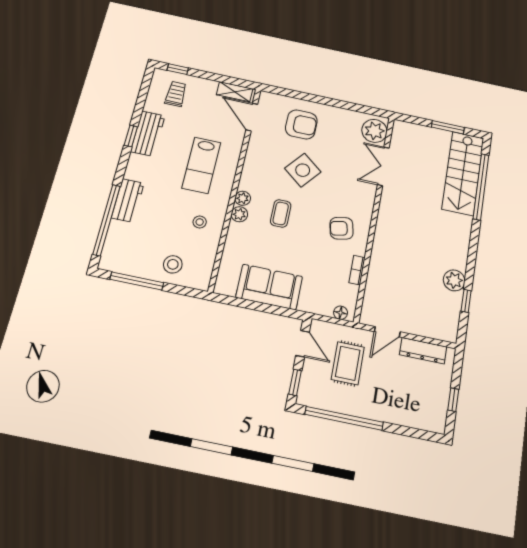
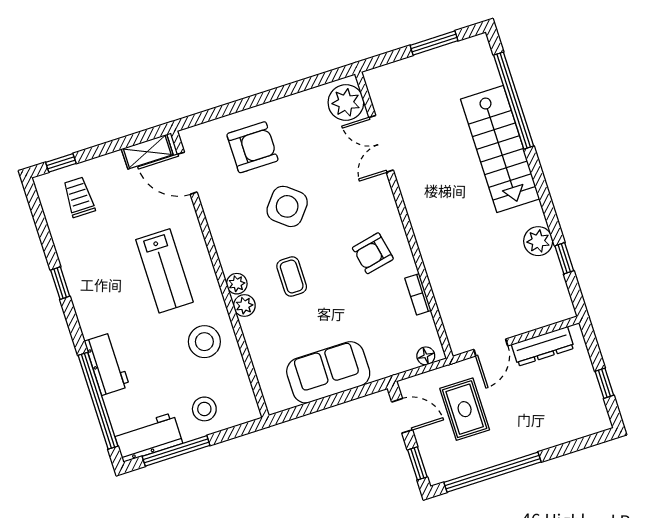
workbench: (148, 134) -> (148, 437), moved, turned -90
stairs: (463, 173) -> (500, 149), moved
stool: (200, 222) -> (204, 342), width x1.89, depth x1.89

